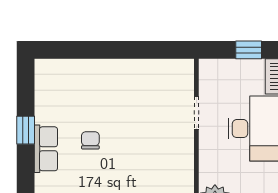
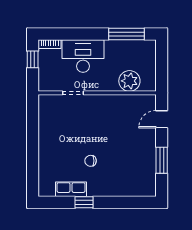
row of seats: (46, 149) -> (71, 189), moved

